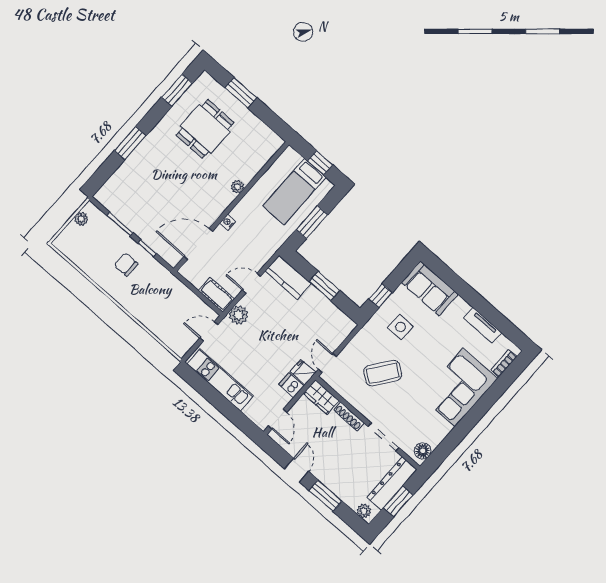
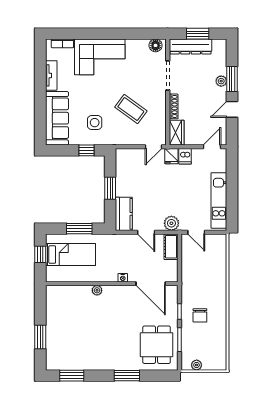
dining table: (205, 129) -> (157, 345), moved, turned 90
sofa: (430, 288) -> (57, 118), width x1.36
plant: (364, 511) -> (221, 81), moved

